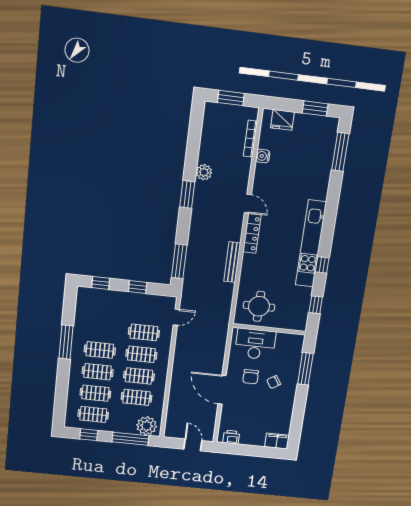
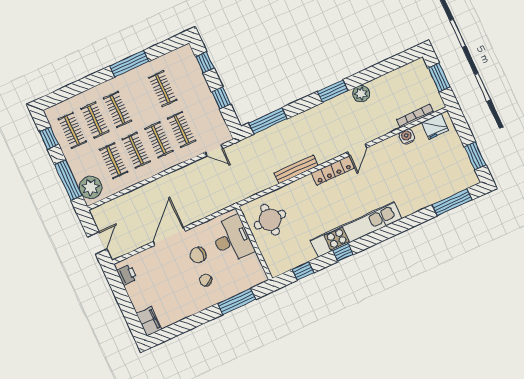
fridge: (282, 120) -> (435, 126), moved, turned -90
clothes rail: (100, 350) -> (163, 89), moved

